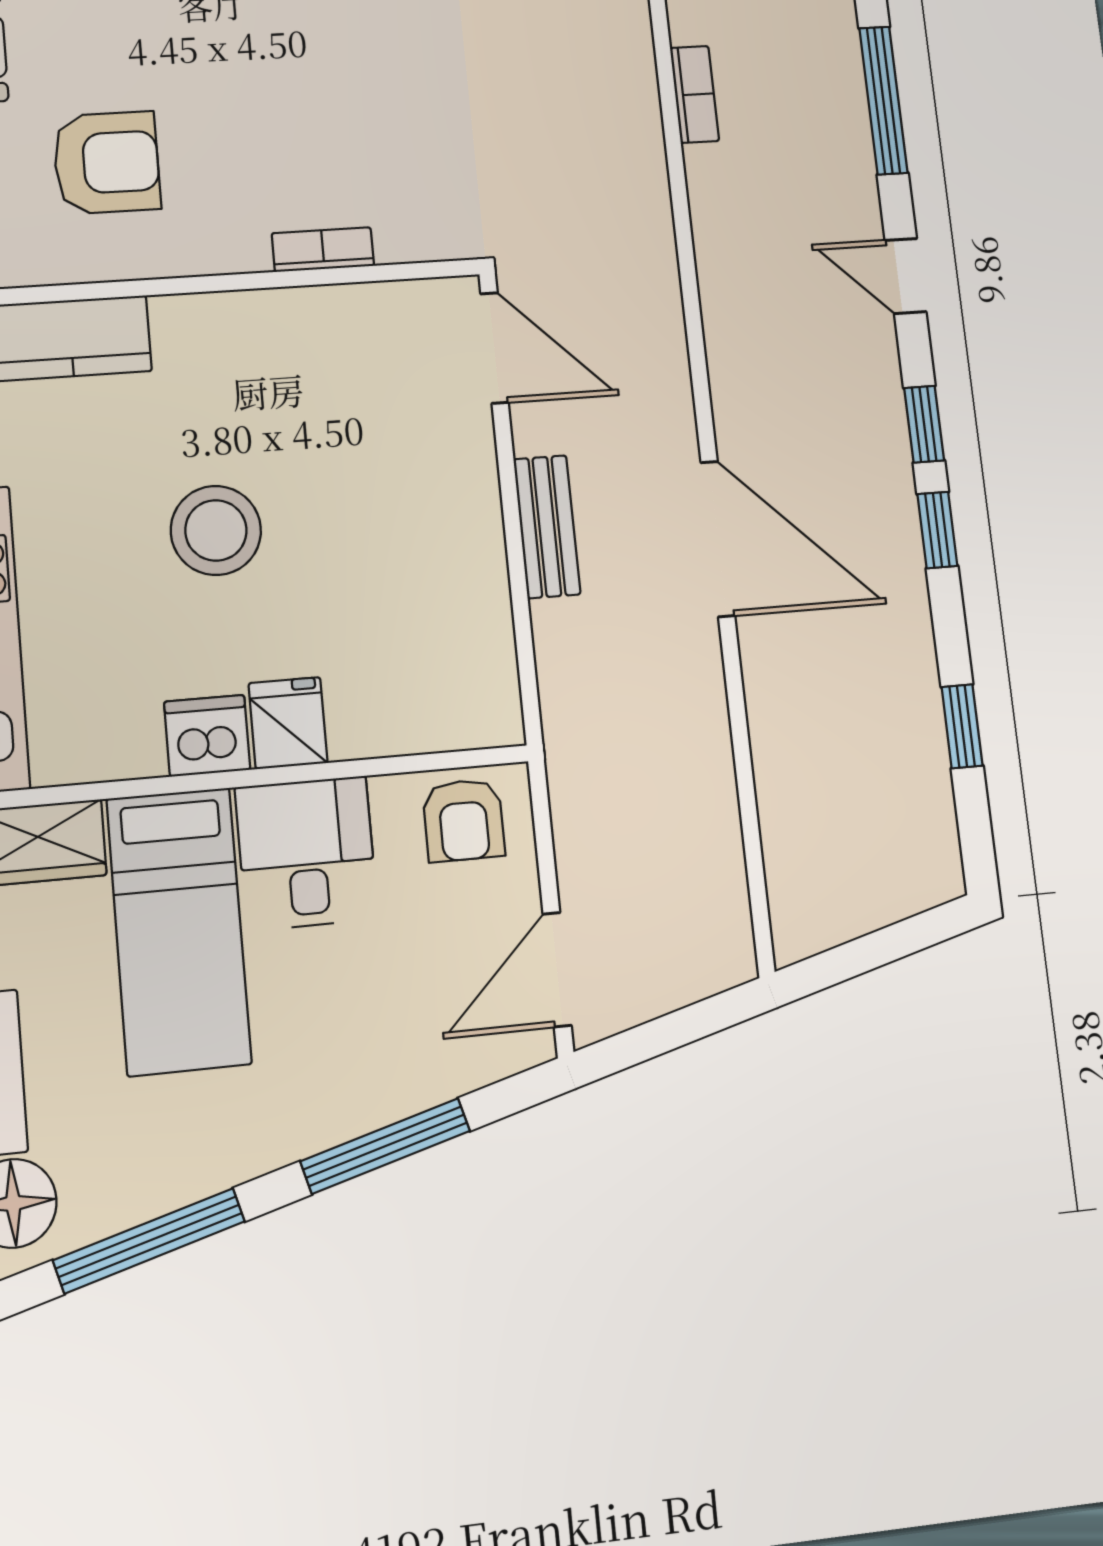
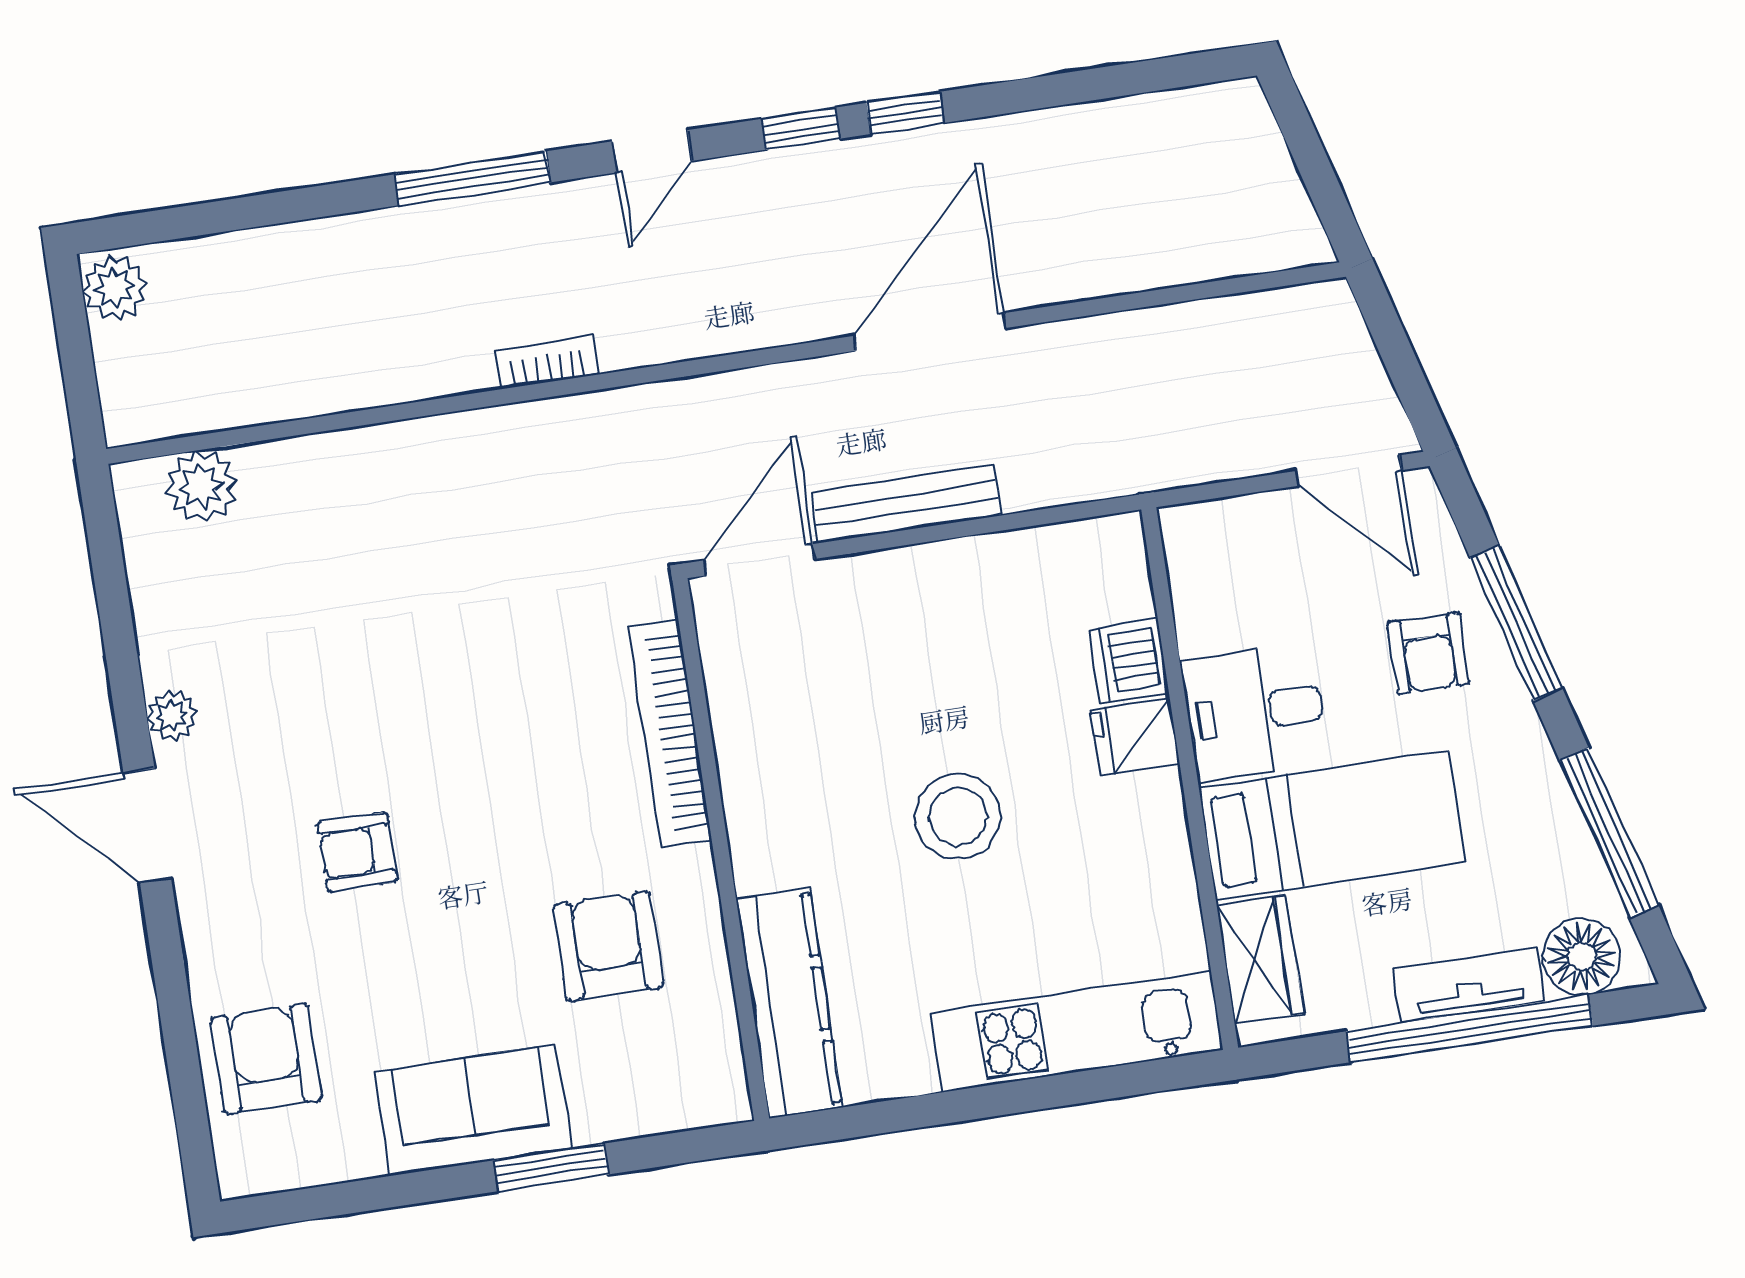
bookcase: (695, 94) -> (547, 362), moved
bookcase: (323, 250) -> (670, 733), width x2.31, depth x1.31
bench: (547, 527) -> (906, 504), width x1.36
window: (962, 726) -> (1096, 84), removed
dishwasher: (207, 736) -> (1129, 661), moved
armchair: (464, 820) -> (1428, 653), moved, turned 90

